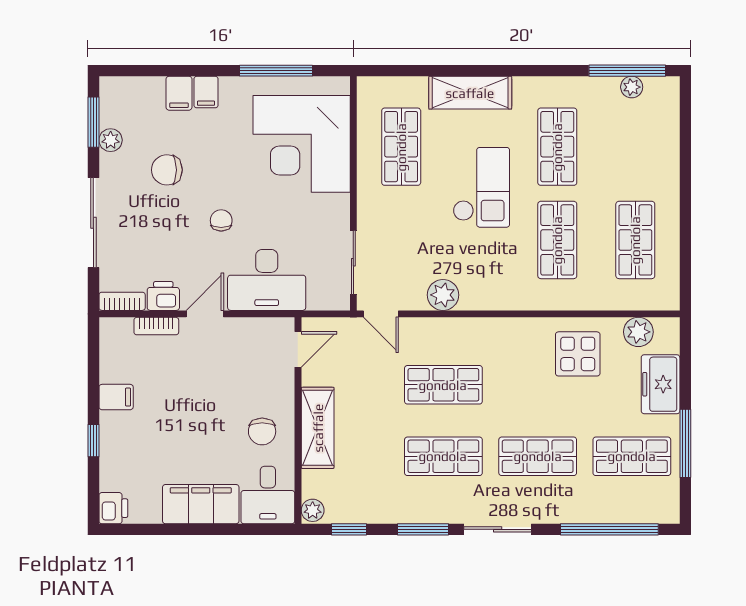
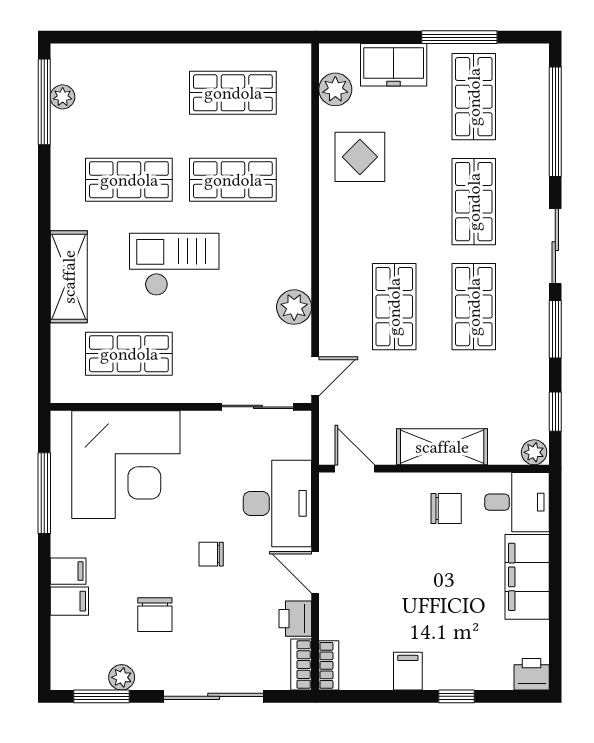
bookcase: (156, 326) -> (329, 665), moved

